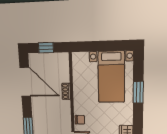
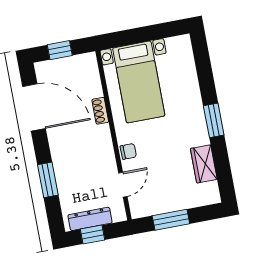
bed with nightstands: (111, 77) -> (139, 82), moved
window: (138, 92) -> (214, 120), moved

